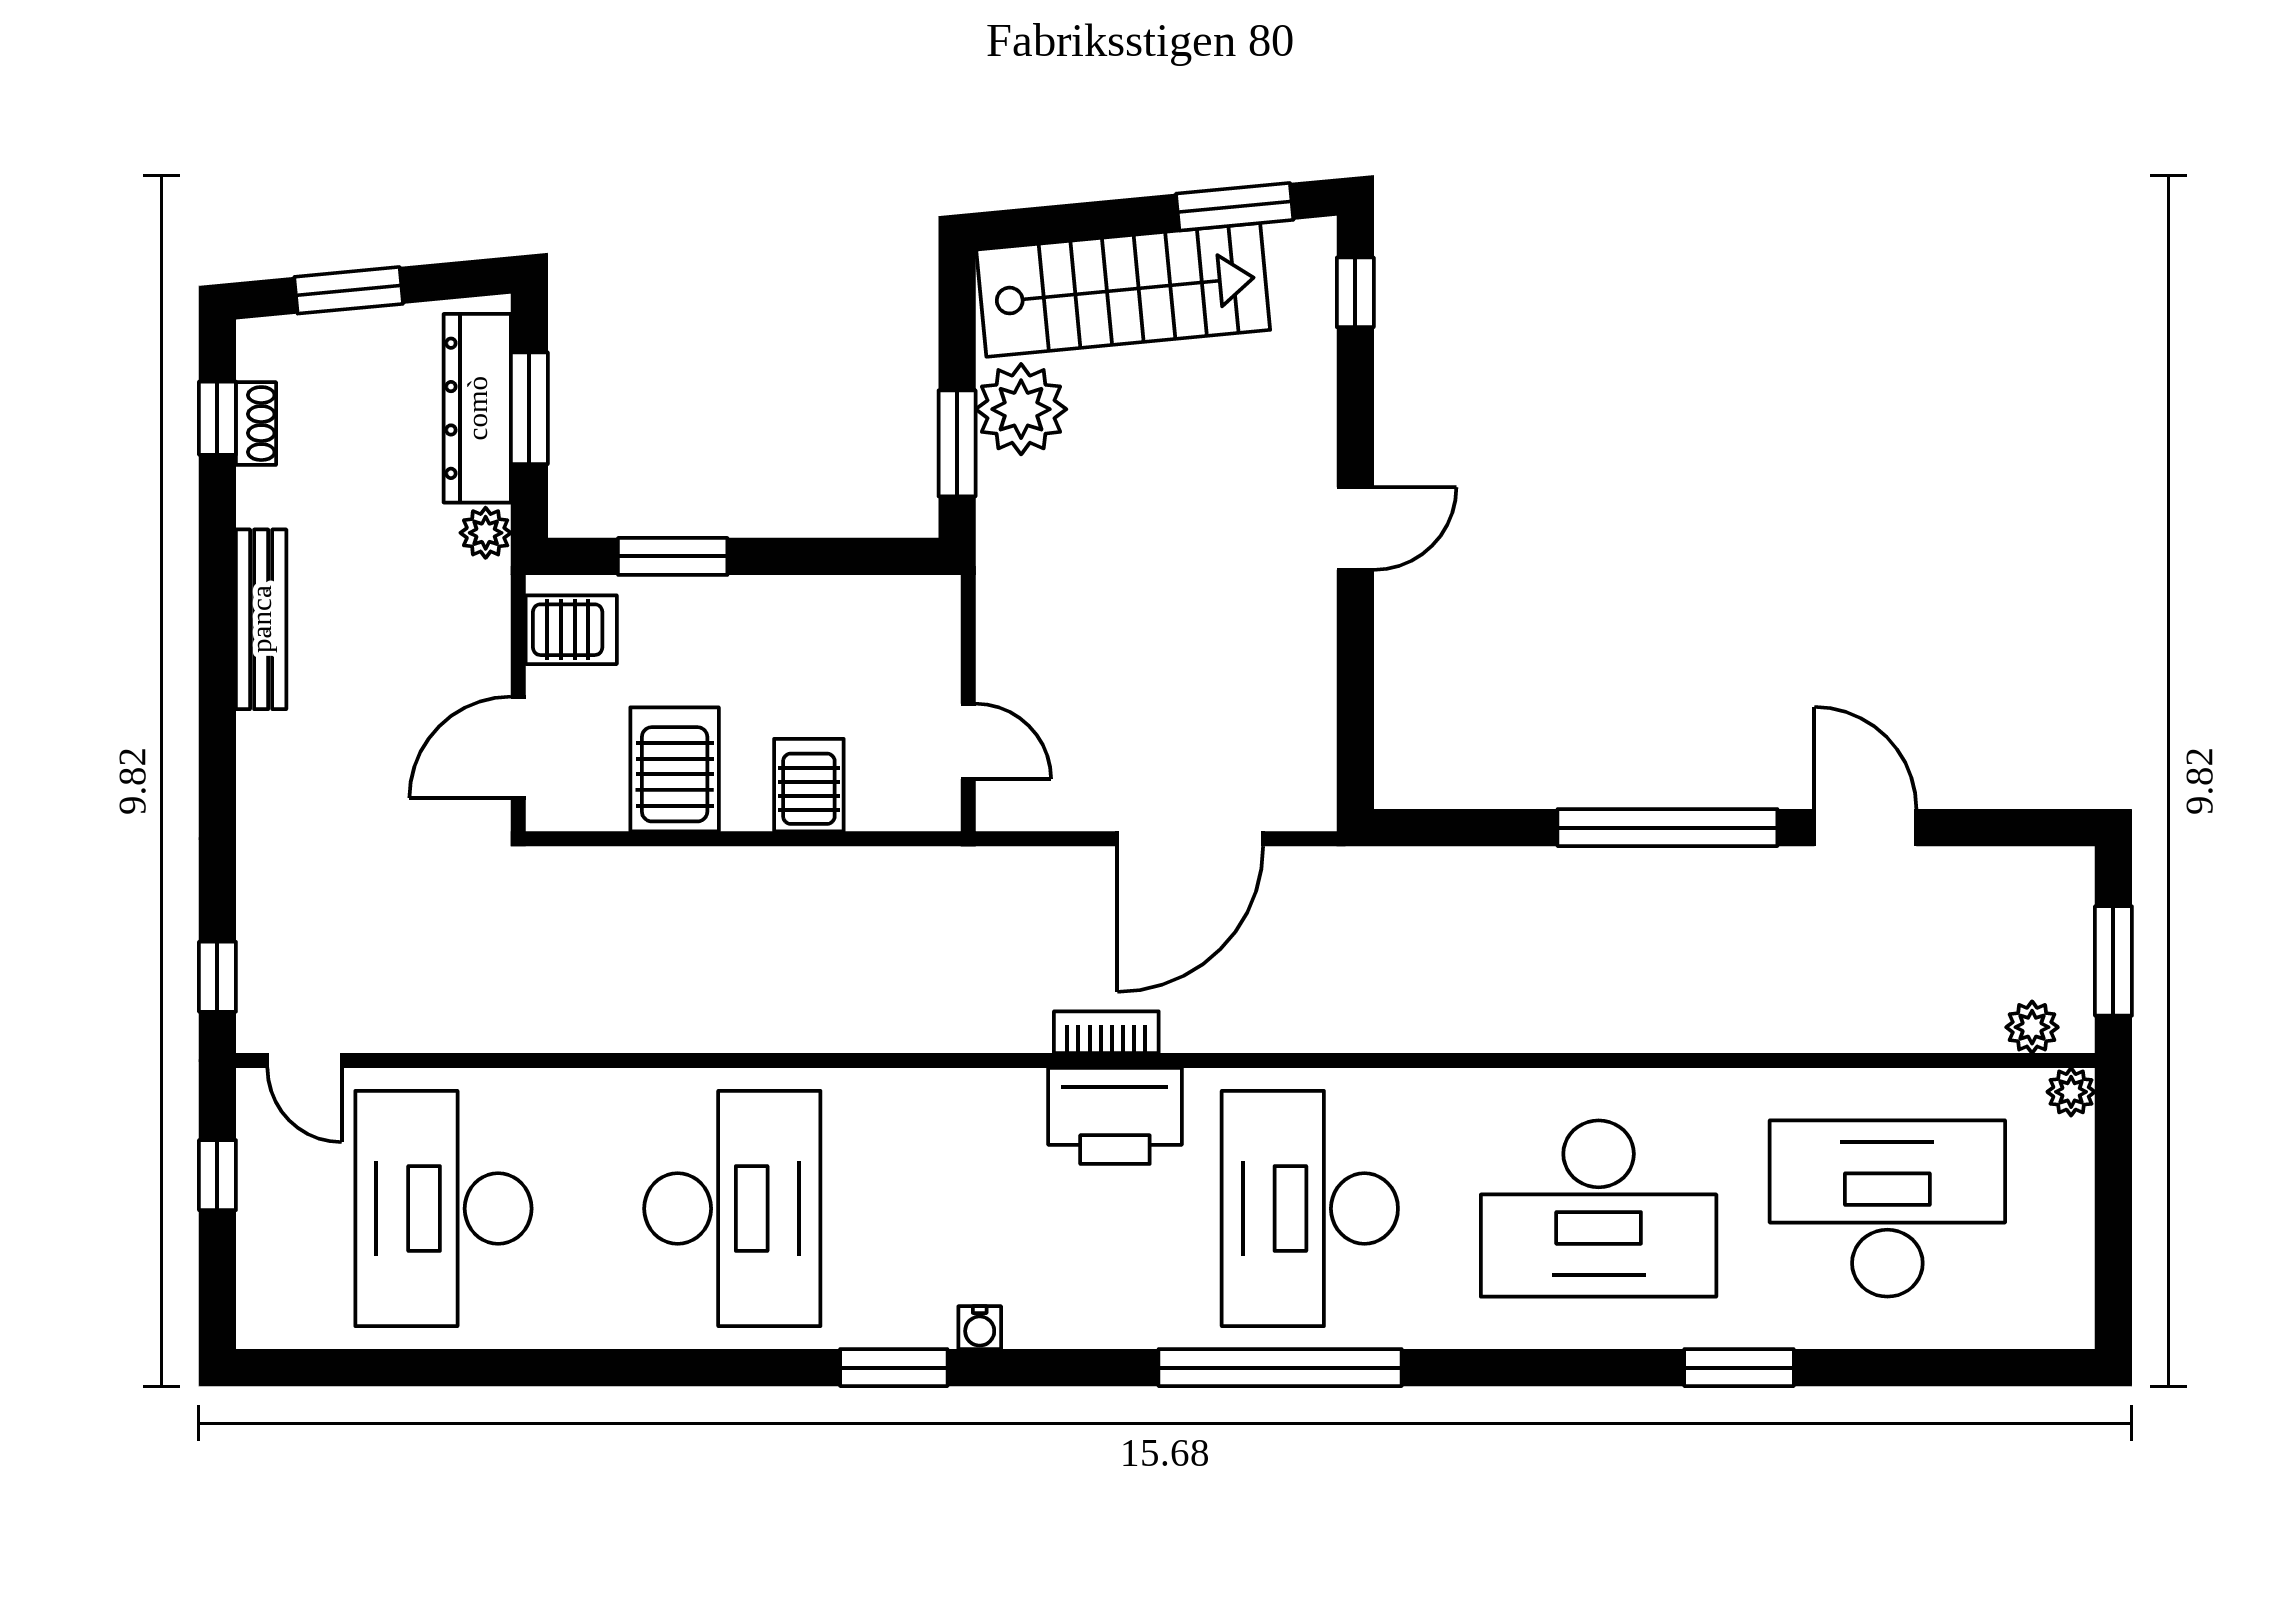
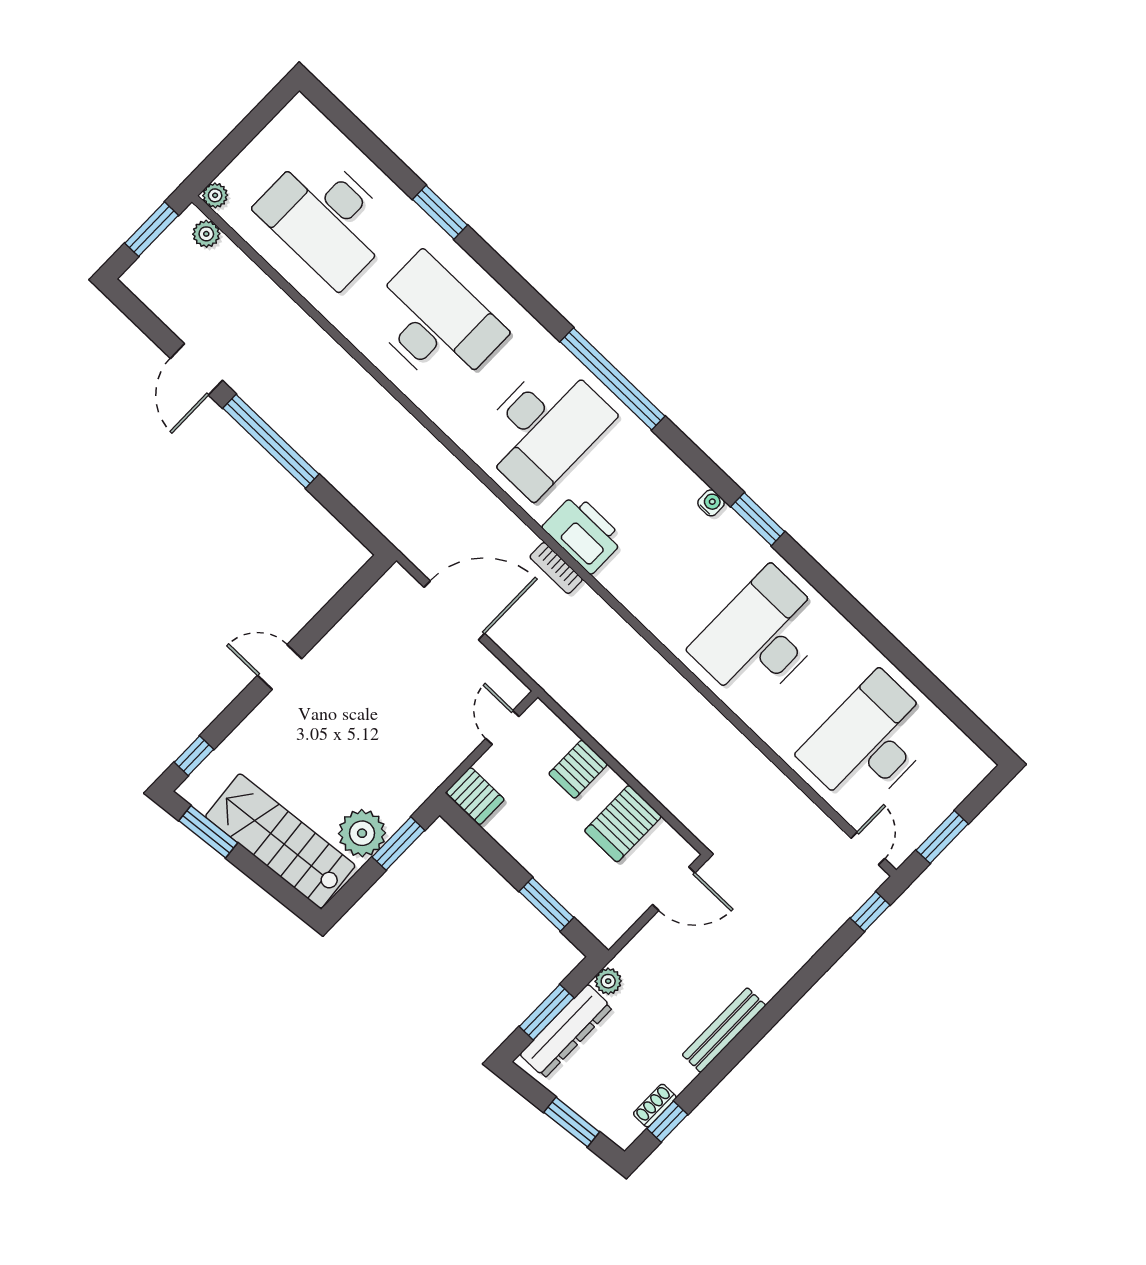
server rack: (571, 630) -> (475, 796), moved, turned 180
window: (217, 1175) -> (942, 837), width x1.50
desk: (443, 1209) -> (869, 742), turned 180

